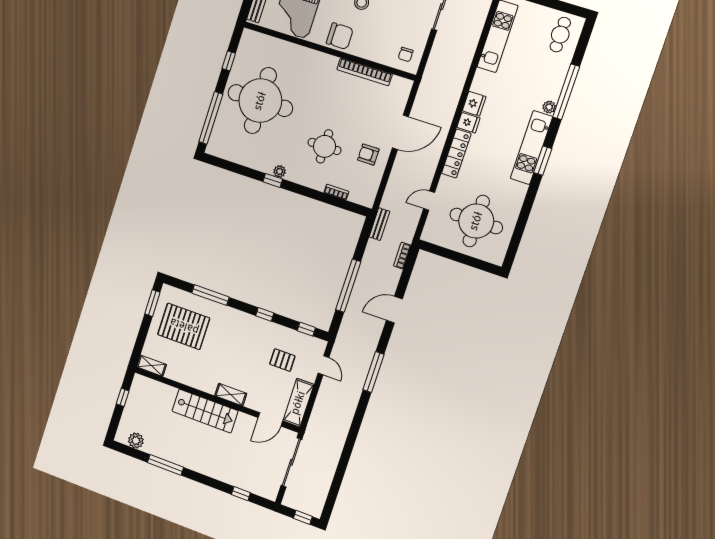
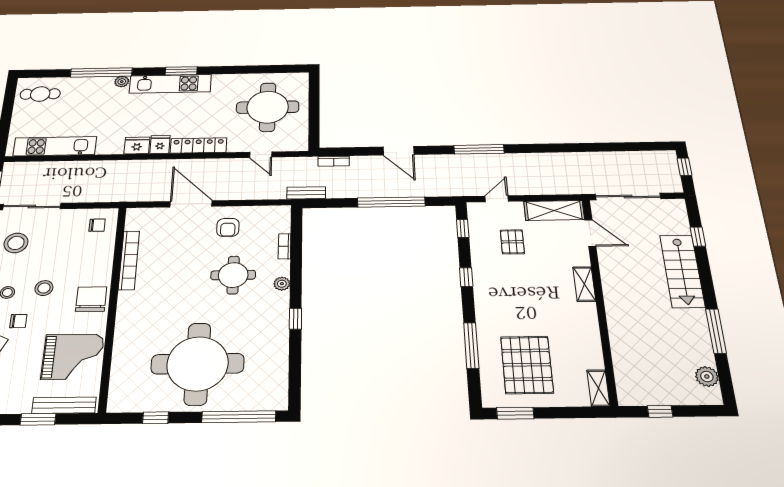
plant: (280, 171) -> (282, 284), moved
stairs: (205, 411) -> (682, 271), moved, turned 180

